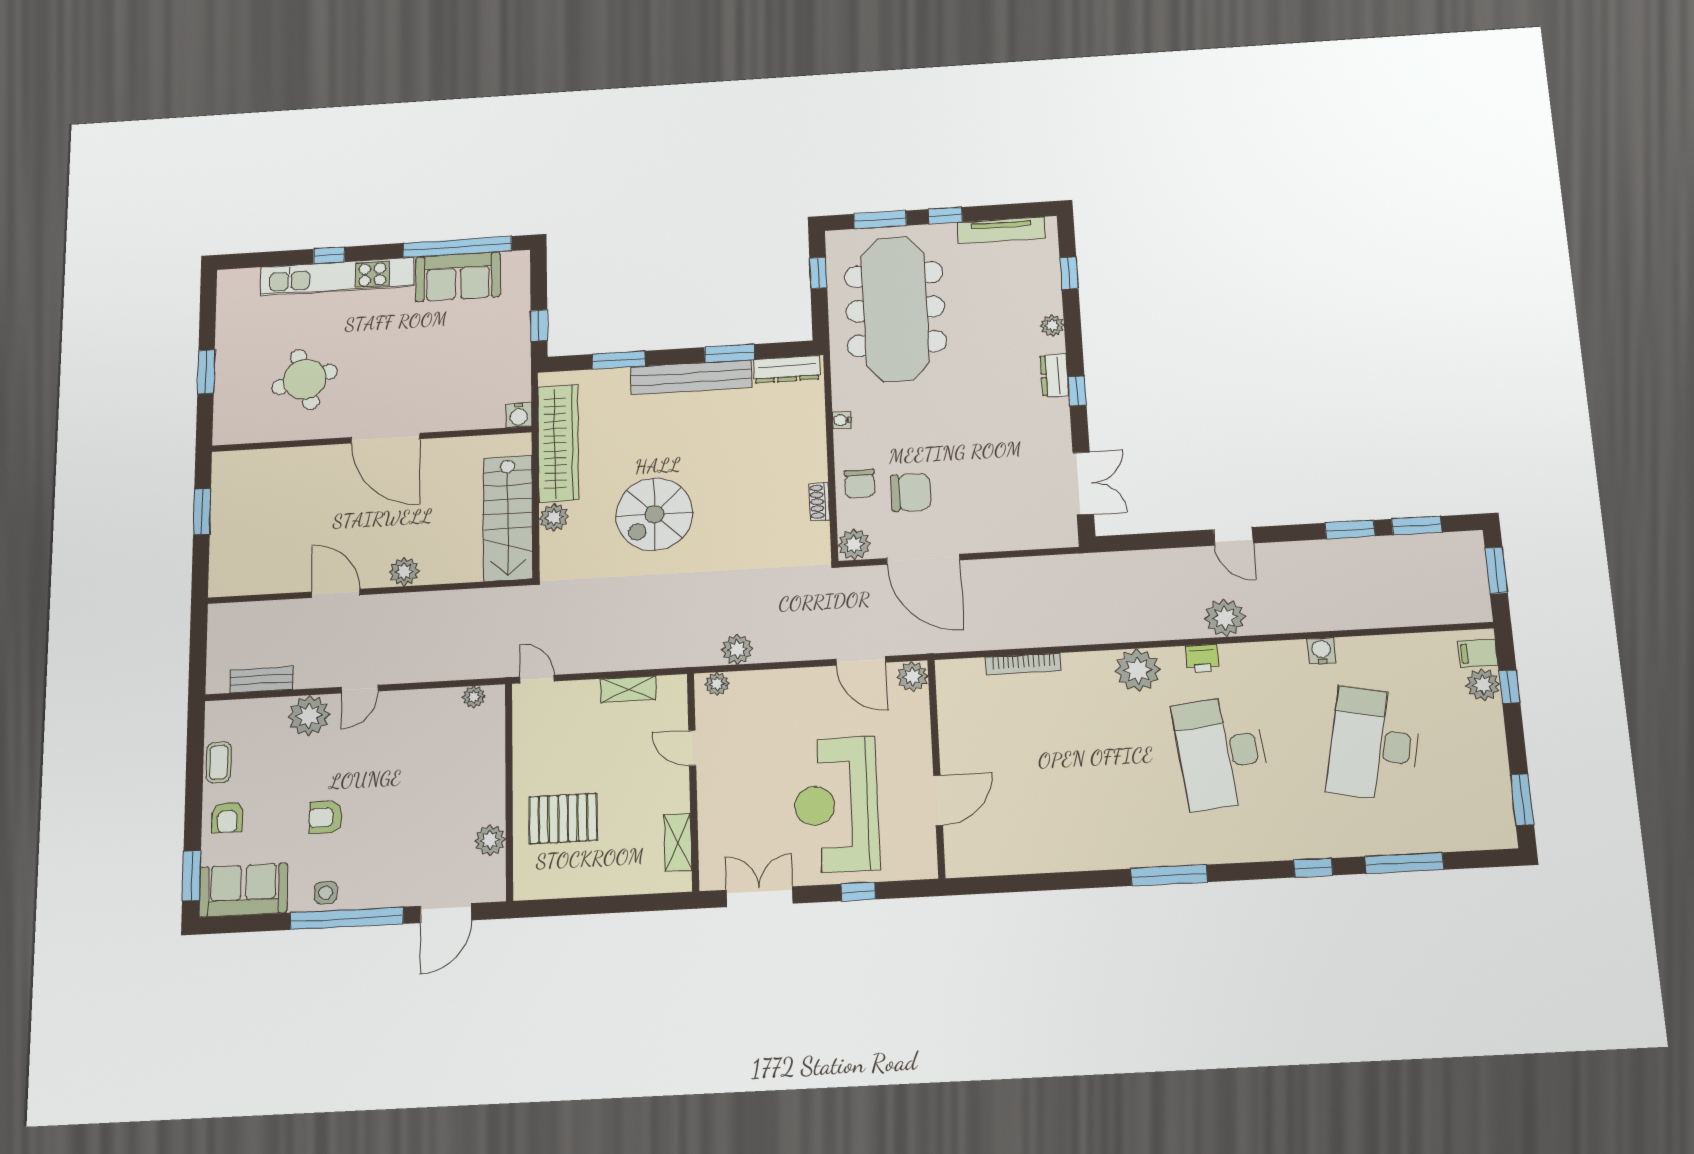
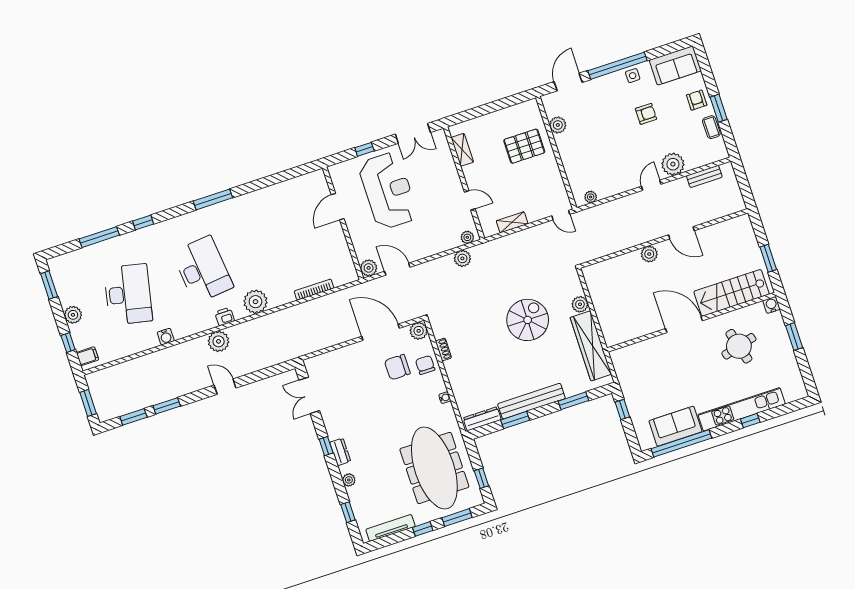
water cooler: (519, 415) -> (772, 305), moved
stairs: (508, 518) -> (732, 293), moved, turned -90
plant: (1483, 685) -> (73, 315), moved
window: (192, 876) -> (719, 108), moved

